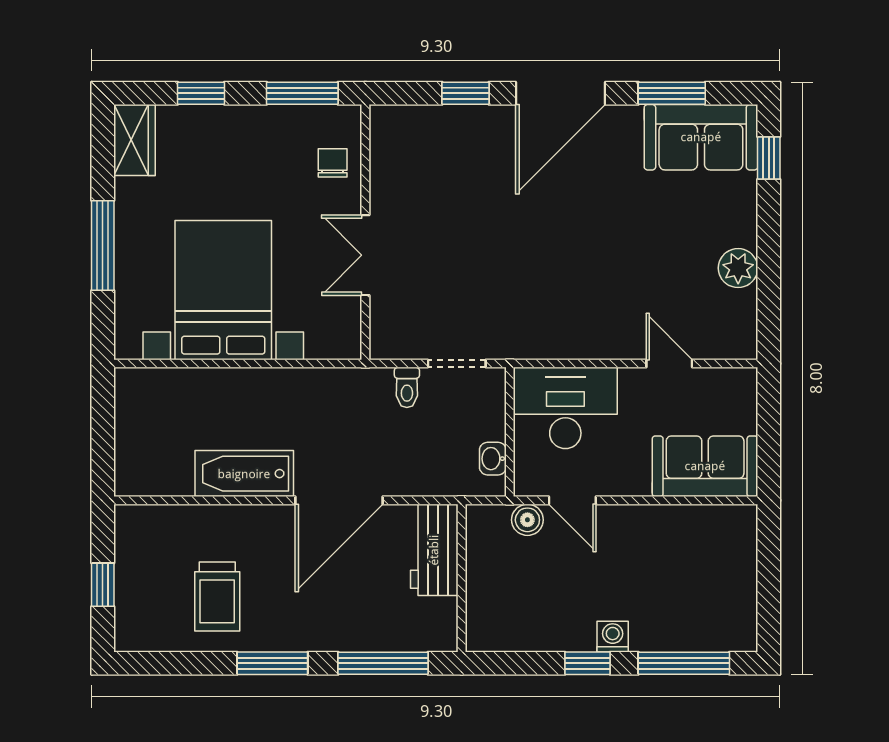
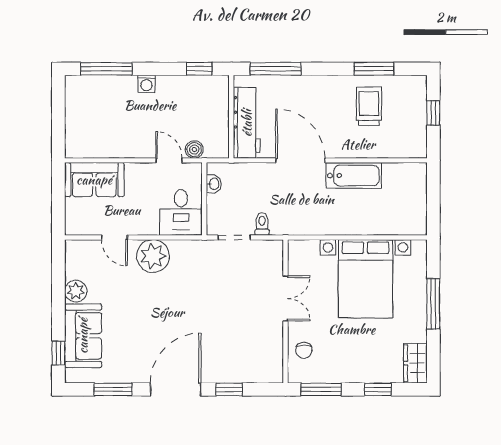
sofa: (701, 137) -> (83, 336), moved, turned 90
plant: (601, 331) -> (153, 256), added
desk: (565, 408) -> (181, 212), width x0.73
door: (339, 500) -> (300, 160), hinge flipped
workbench: (434, 550) -> (247, 123), width x1.38
window: (272, 663) -> (374, 69), moved
window: (587, 663) -> (199, 69), moved

